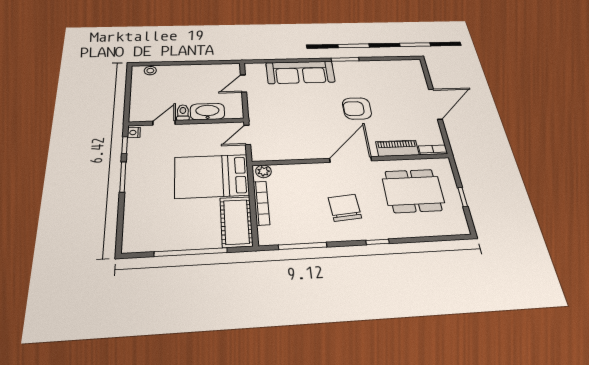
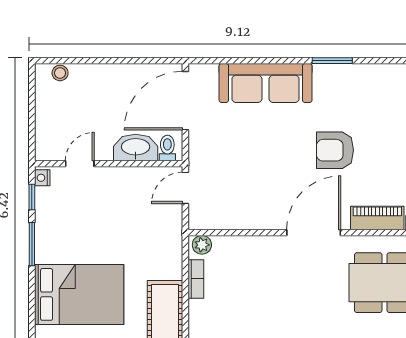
door: (243, 84) -> (185, 101), width x1.87
toilet: (183, 113) -> (167, 148), moved
bed: (212, 176) -> (79, 294), moved, turned 180
bookcase: (261, 203) -> (196, 279), width x0.64
chair: (345, 208) -> (296, 302), removed

